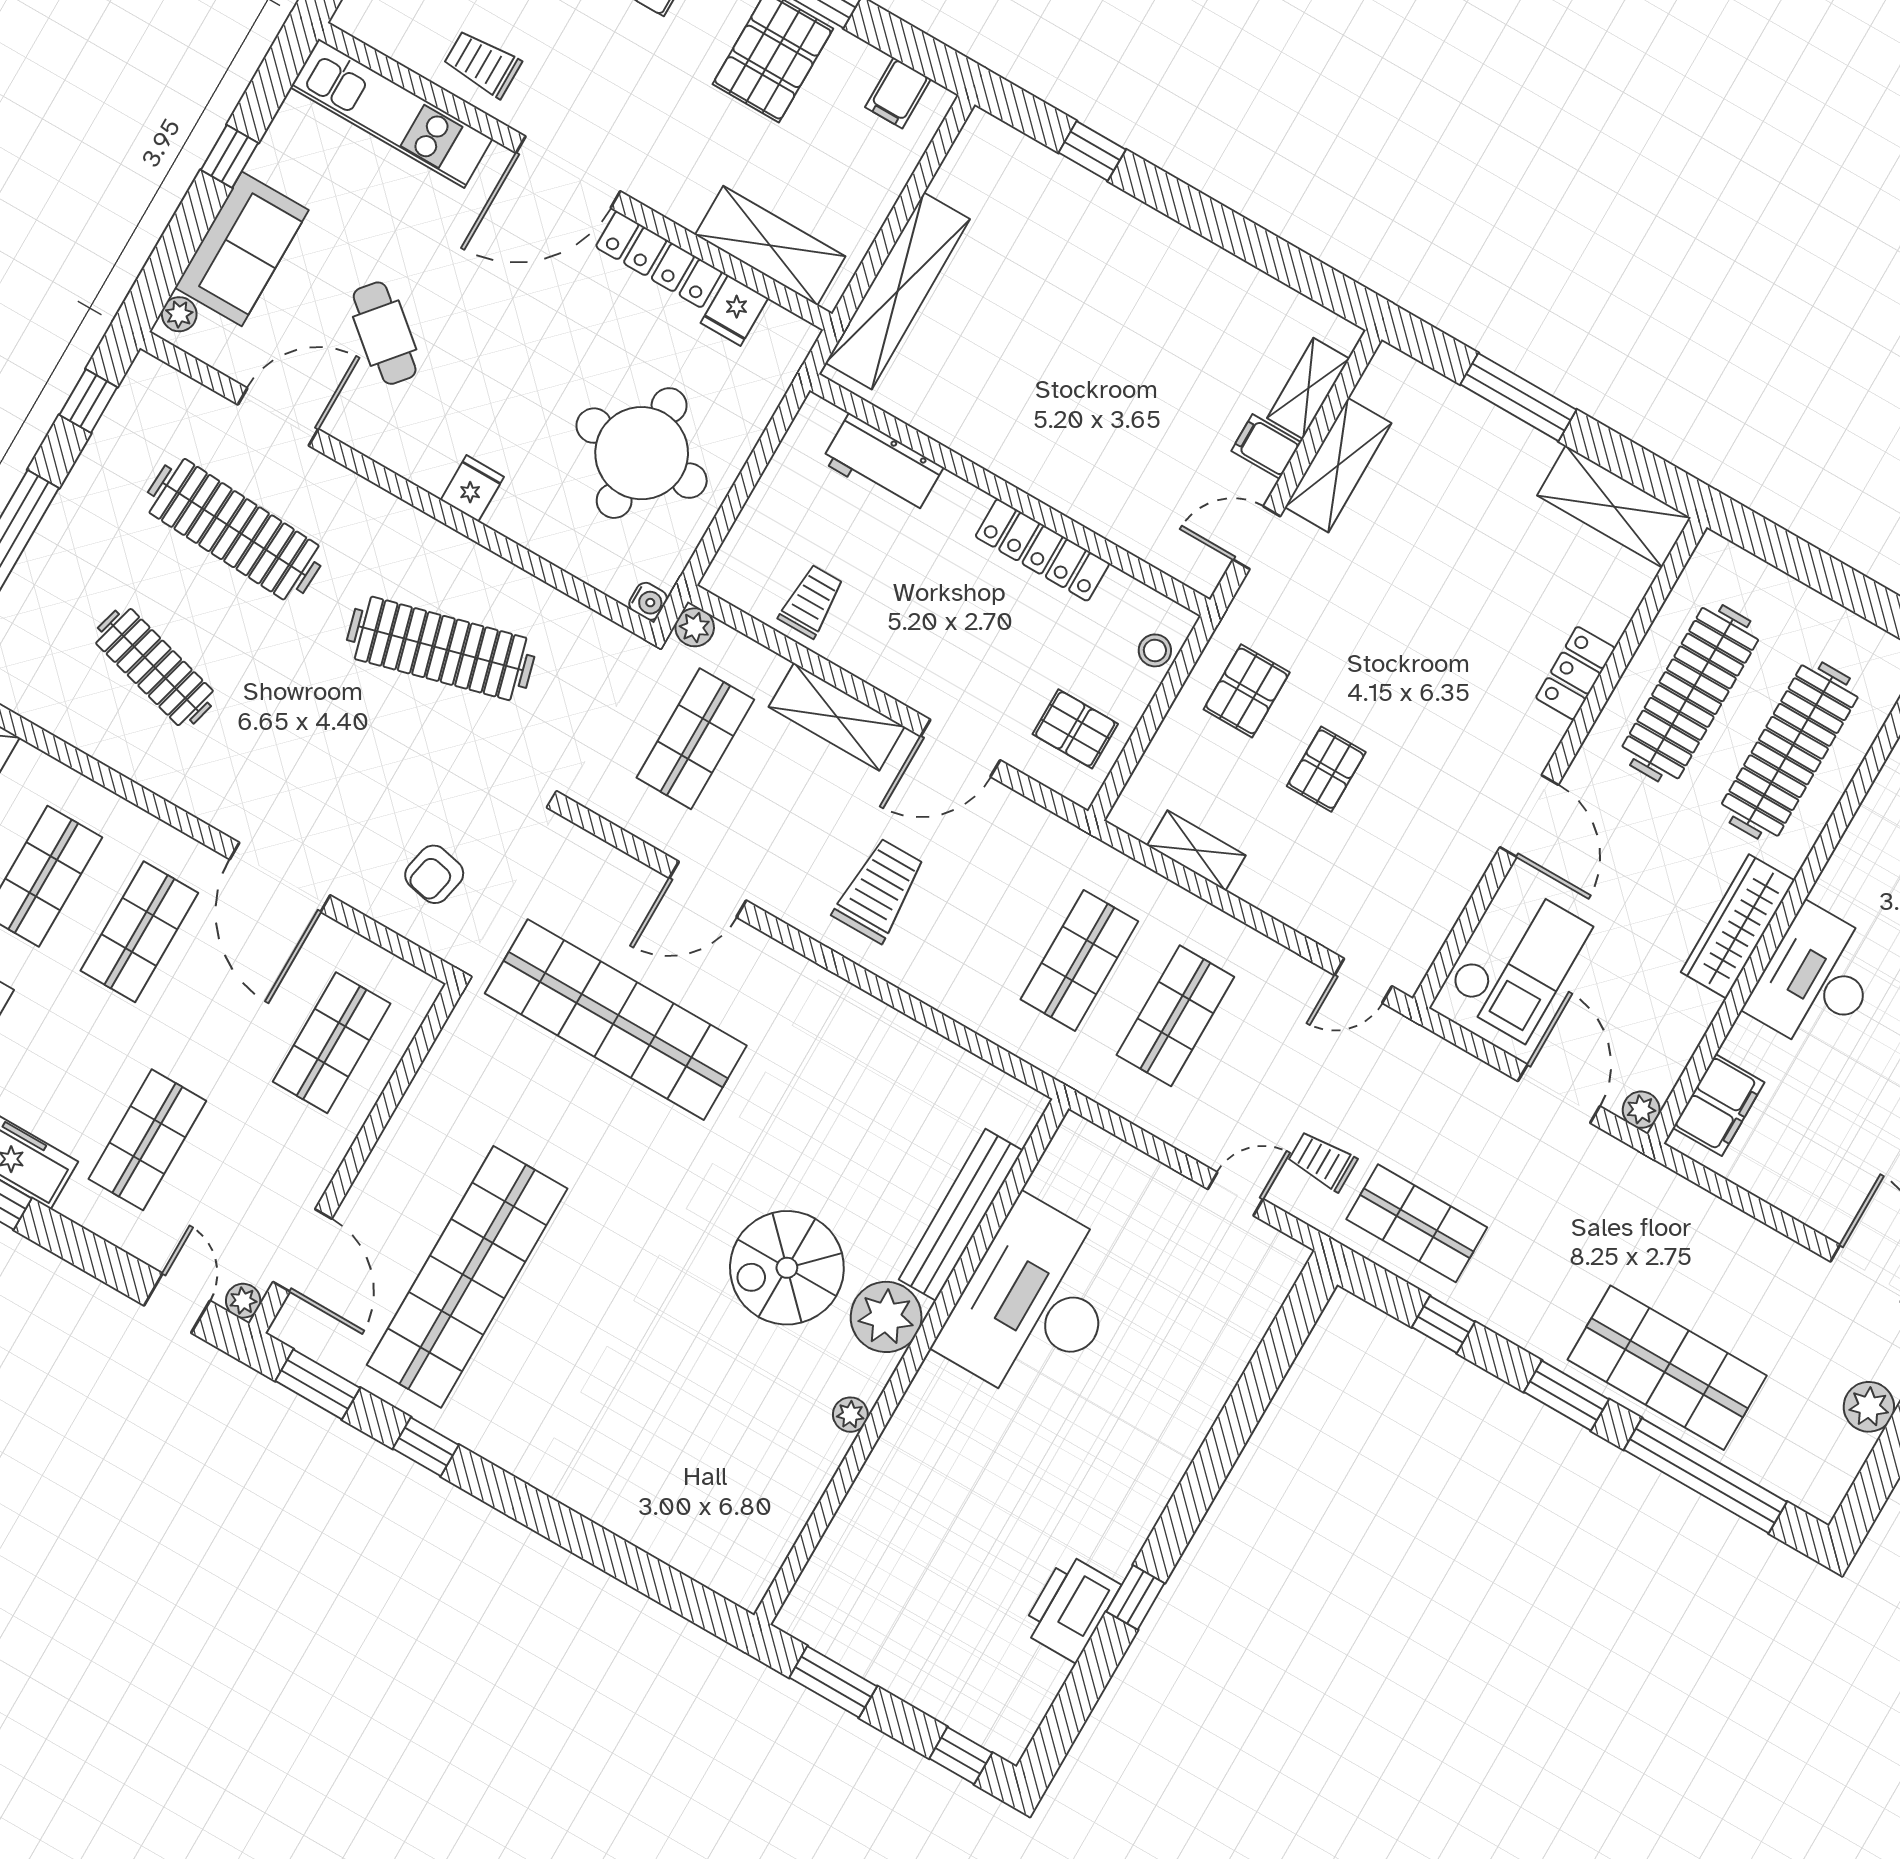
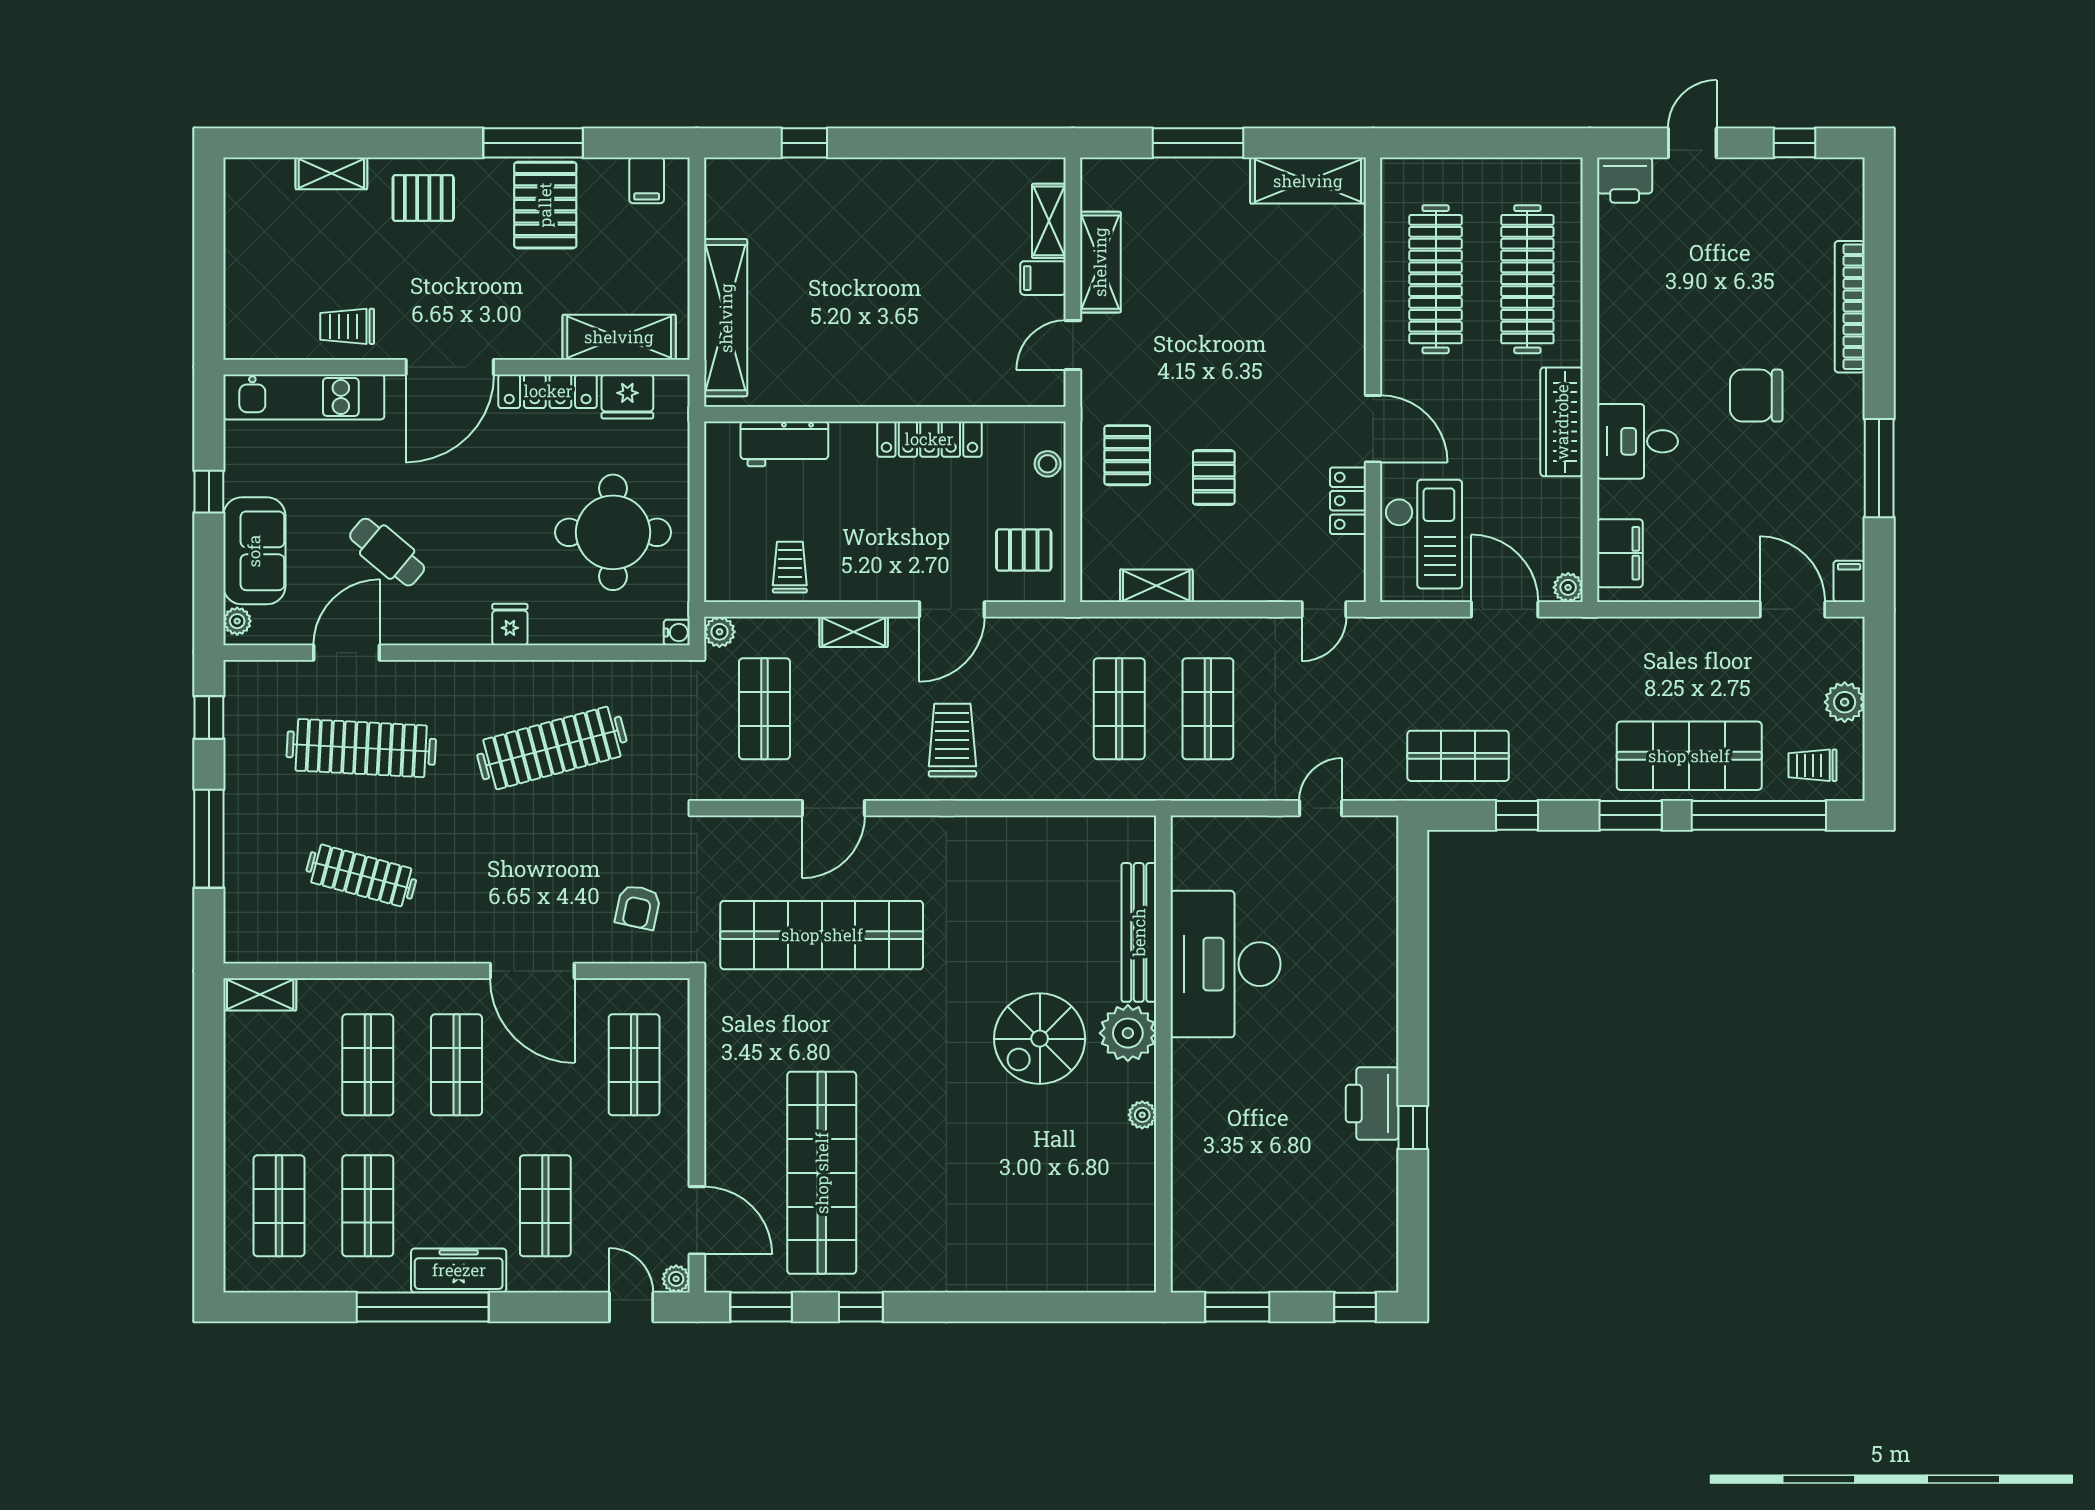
fridge: (734, 310) -> (627, 396), width x1.38
locker: (1575, 673) -> (1348, 501), moved
shelving: (837, 717) -> (854, 632), width x0.67, depth x0.75
desk: (1816, 980) -> (1638, 441), width x0.73
trolley: (1322, 1161) -> (1813, 765), moved
printer: (1071, 1608) -> (1372, 1104), moved

